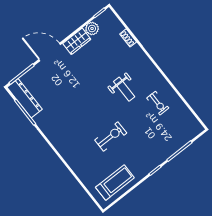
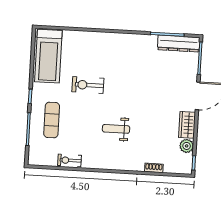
exercise bike: (158, 103) -> (69, 160), moved
exercise bike: (111, 137) -> (88, 85), turned 90
exercise mat: (158, 140) -> (52, 120), added
treadmill: (115, 183) -> (48, 56), width x1.37, depth x1.37

